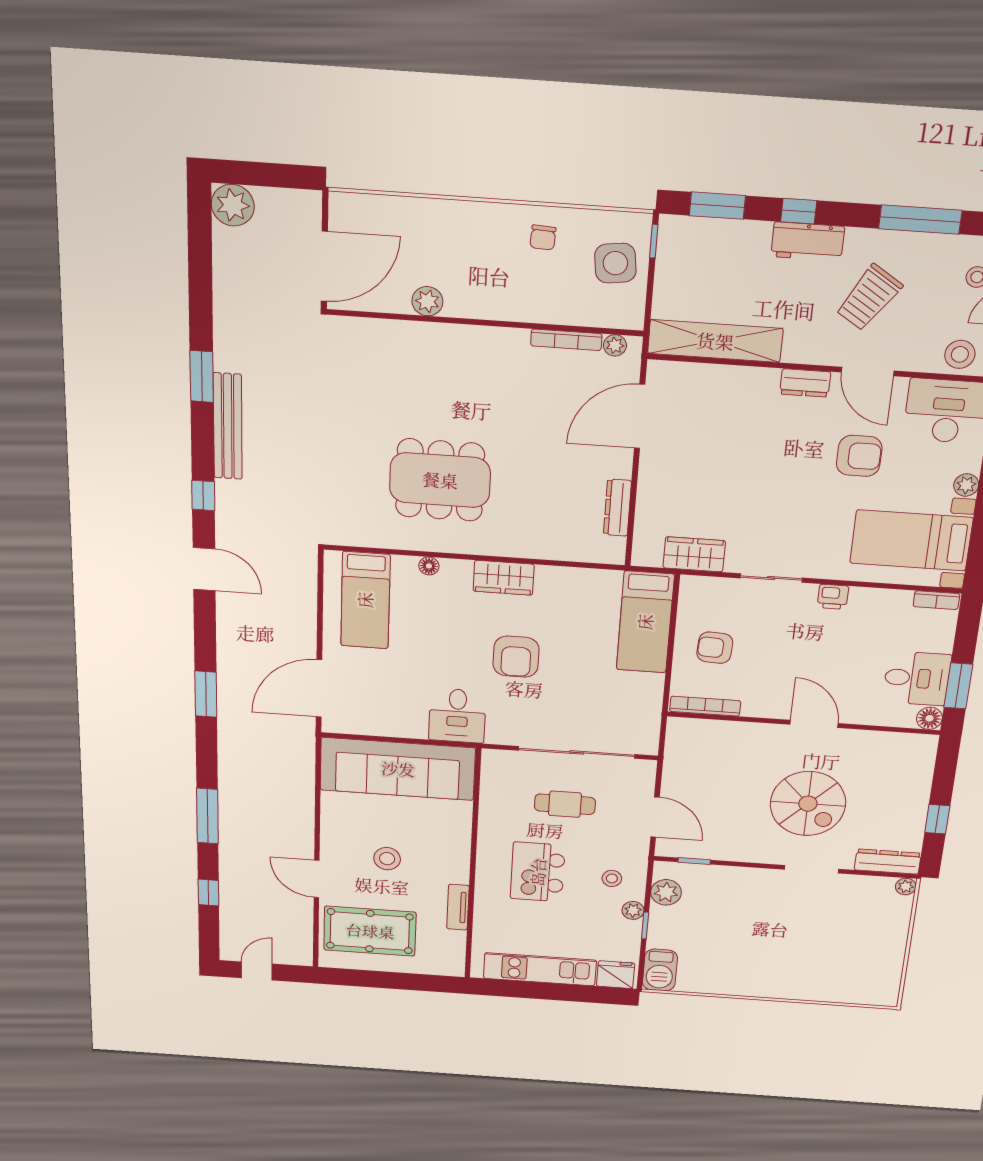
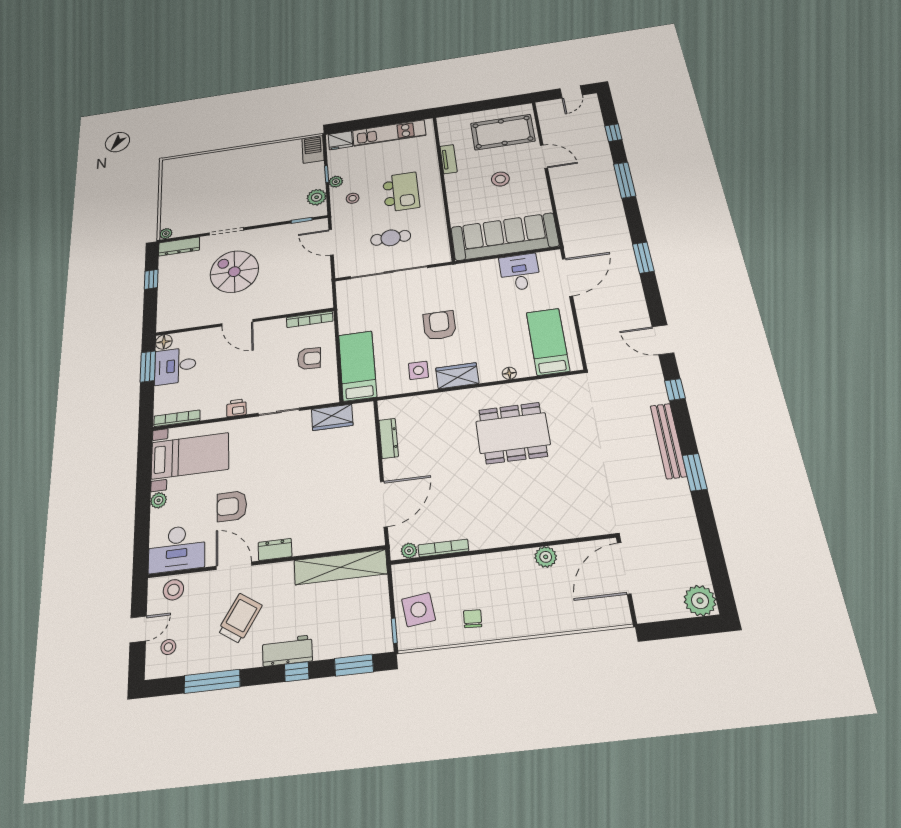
side table: (558, 597) -> (418, 370), added
bookcase: (936, 600) -> (177, 418), width x1.56
desk: (457, 716) -> (520, 272), moved

